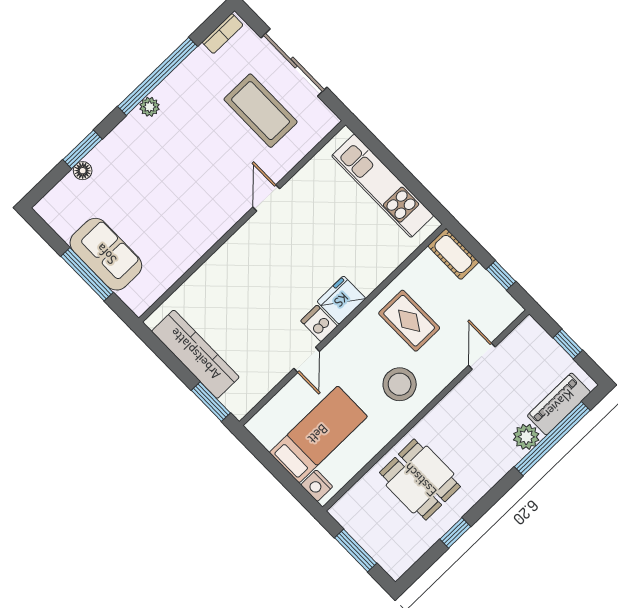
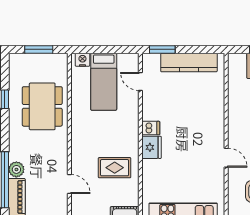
door: (307, 360) -> (140, 81), moved
stool: (400, 384) -> (91, 137), removed
dining table: (420, 480) -> (42, 106), width x1.38

